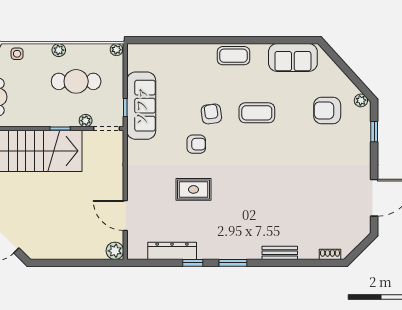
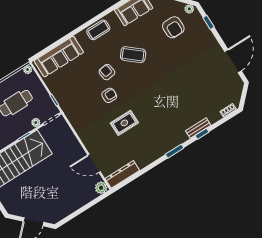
sofa: (141, 106) -> (59, 57), moved, turned 90
armchair: (327, 110) -> (173, 27), turned -90
coffee table: (257, 113) -> (133, 55), turned 40
dresser: (172, 251) -> (122, 174), moved
window: (193, 263) -> (202, 134), moved

